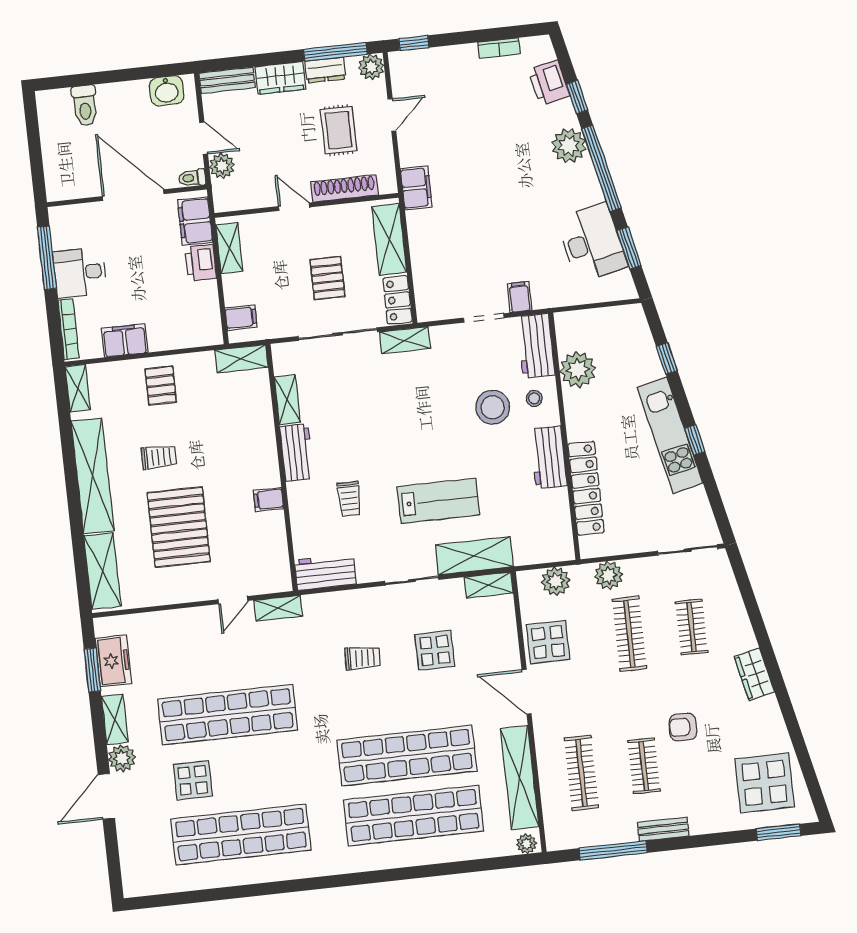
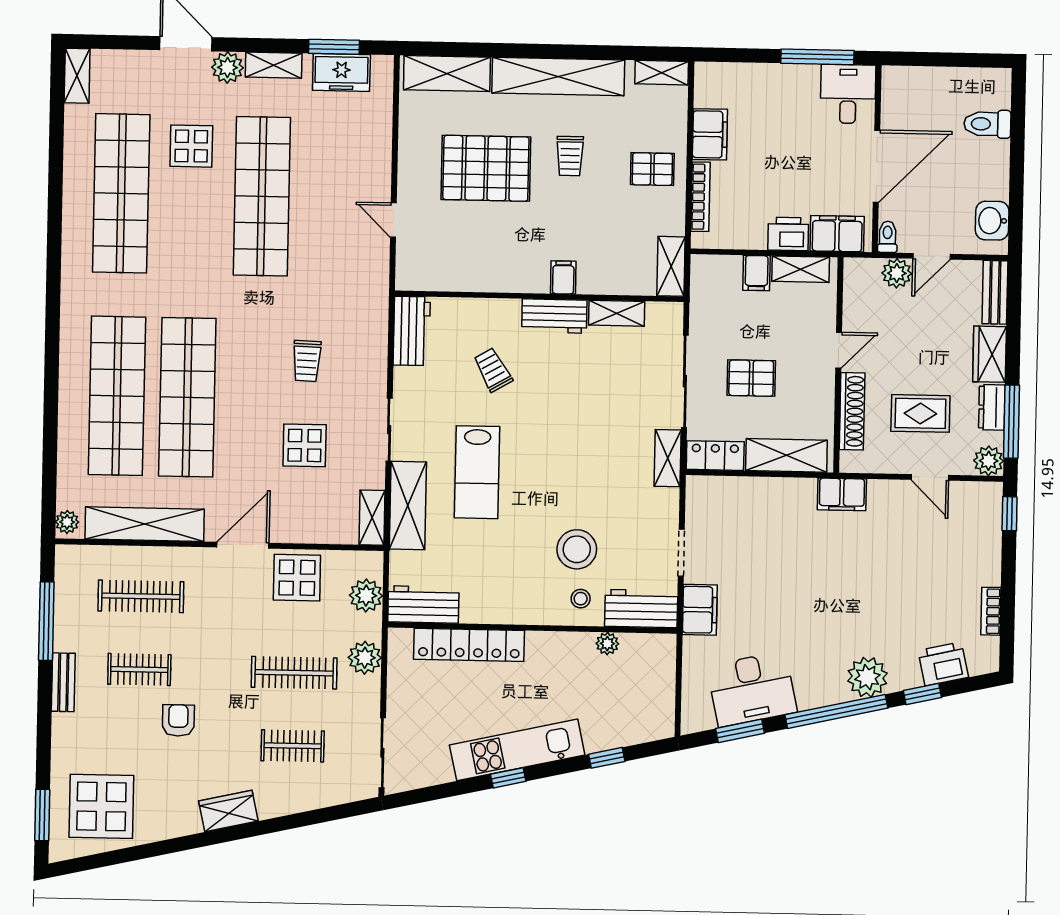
desk: (80, 272) -> (848, 94), moved
filing cabinet: (519, 297) -> (700, 610), width x2.00
filing cabinet: (241, 318) -> (757, 273), moved
bookcase: (68, 329) -> (700, 197), moved, turned -90
plant: (578, 370) -> (607, 644), width x0.53, depth x0.53
workbench: (549, 457) -> (423, 605), moved
filing cabinet: (268, 499) -> (563, 277), moved
trolley: (349, 499) -> (493, 370), turned 60
shelving: (278, 608) -> (77, 76), moved

